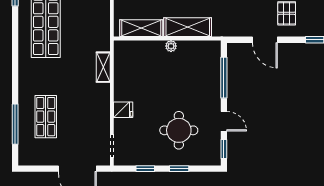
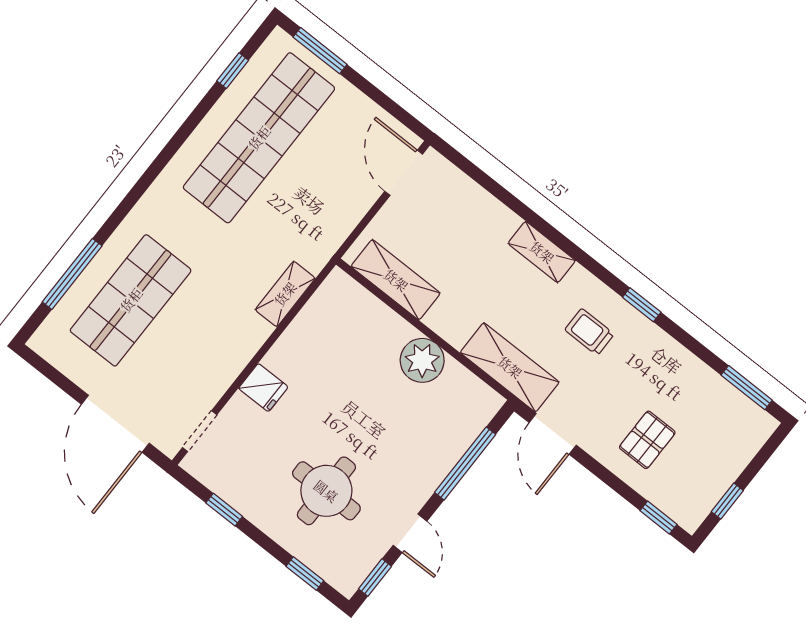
shelving: (188, 27) -> (510, 367), moved
door: (265, 40) -> (553, 434), moved
plant: (171, 46) -> (422, 360), width x1.87, depth x1.87
shop shelf: (46, 117) -> (131, 300), width x1.43, depth x1.36
window: (179, 169) -> (305, 573), moved

